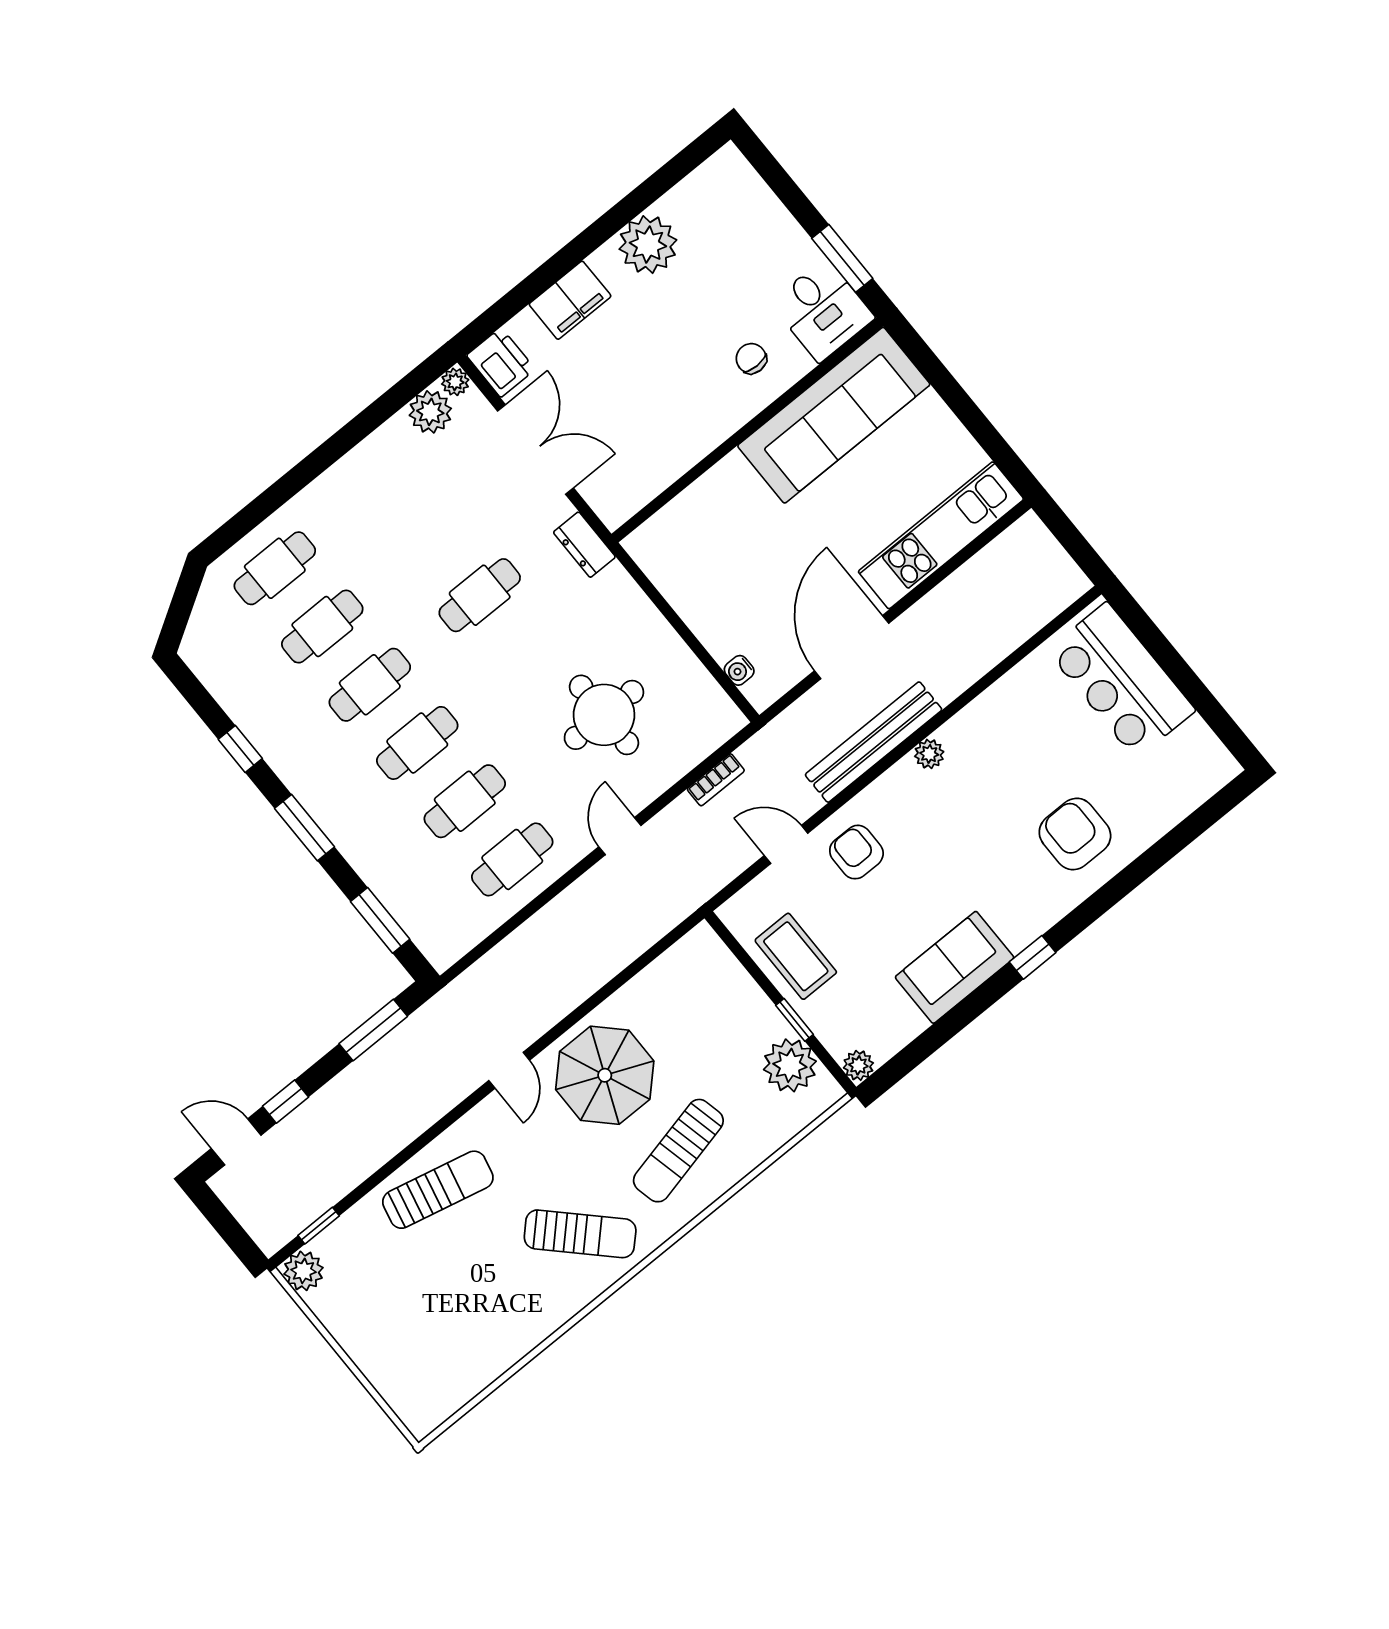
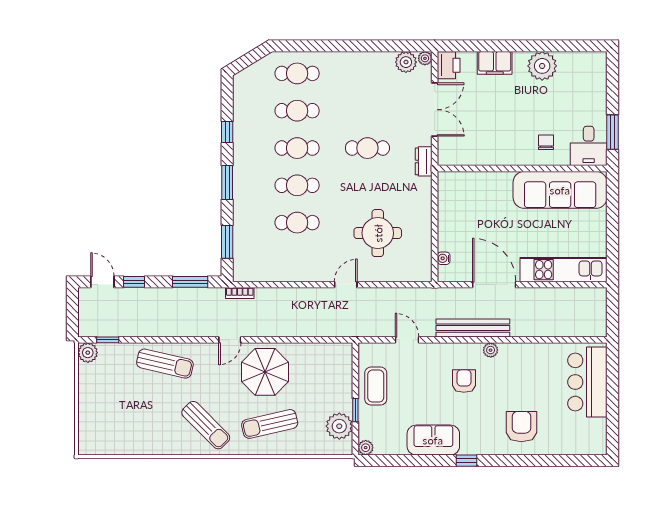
door: (852, 647) -> (494, 285), hinge flipped
bookcase: (716, 780) -> (240, 293), moved
armchair: (856, 852) -> (464, 381), moved
cafe table: (512, 859) -> (297, 260), removed

